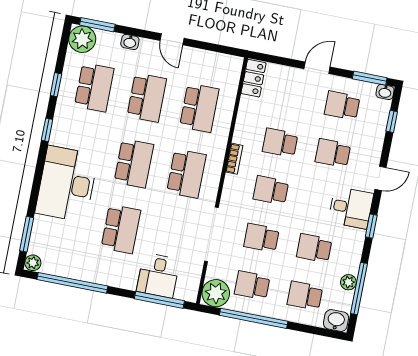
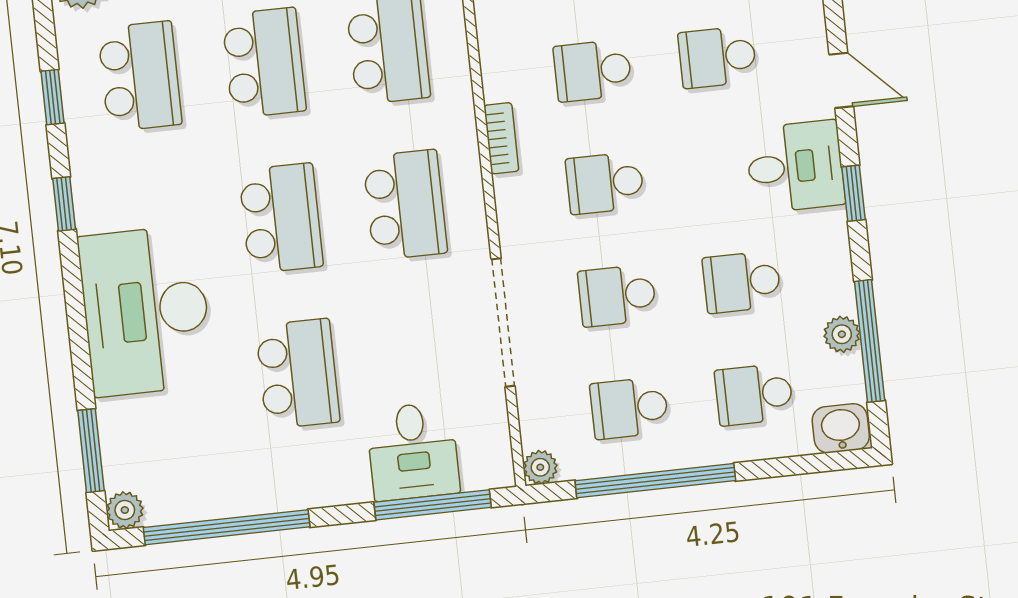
door: (381, 178) -> (841, 80), hinge flipped
plant: (216, 293) -> (540, 467), width x0.53, depth x0.53

